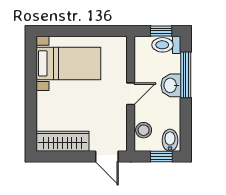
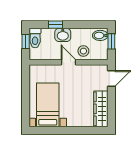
window: (186, 75) -> (56, 25), width x0.46
stool: (144, 130) -> (83, 51), moved

